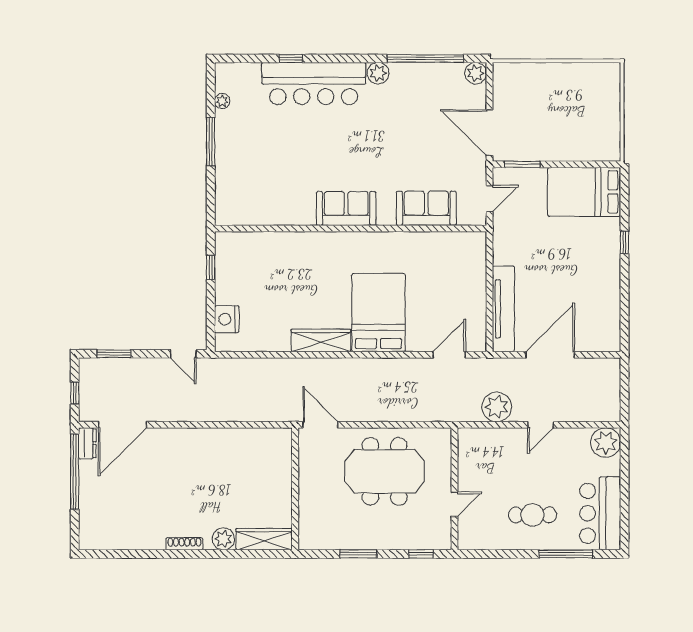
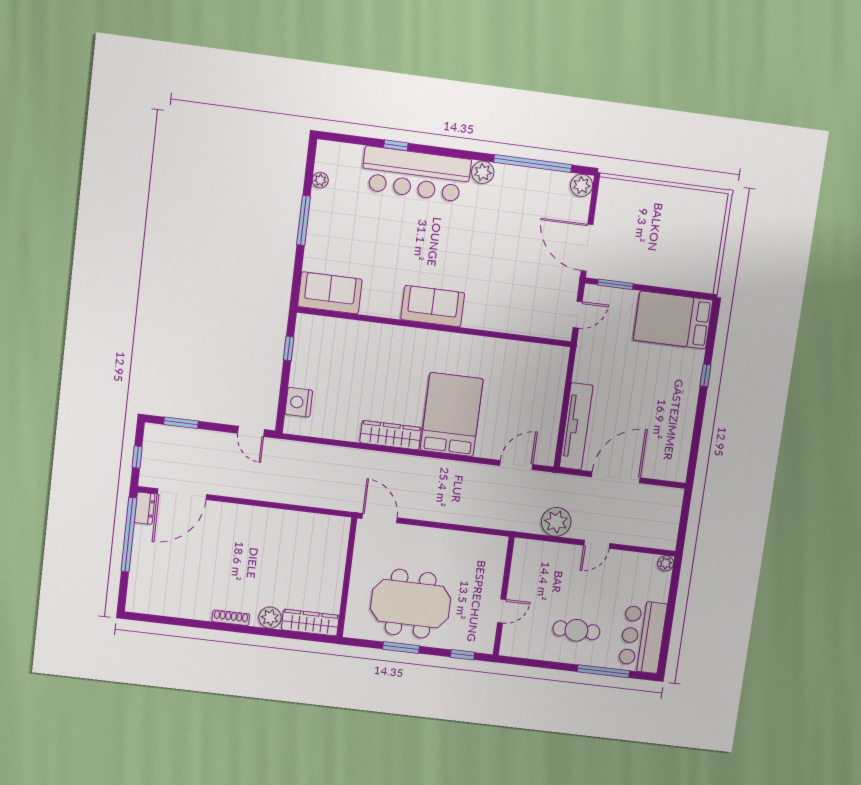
sofa: (426, 208) -> (330, 293), moved
plant: (606, 443) -> (666, 563), width x0.53, depth x0.53
meeting table: (385, 471) -> (411, 604), moved

